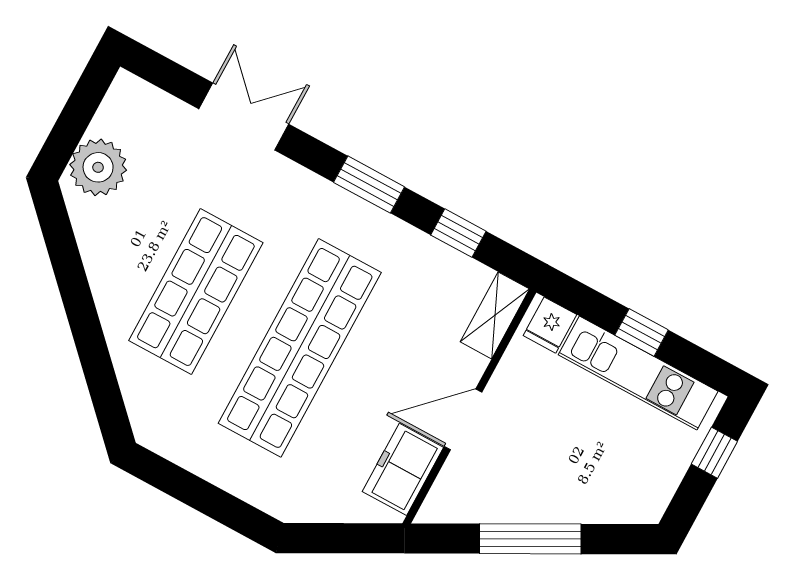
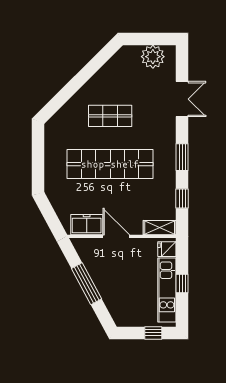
plant: (98, 167) -> (153, 57), moved
shop shelf: (196, 292) -> (110, 116), width x0.70, depth x0.74

